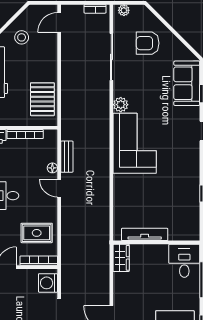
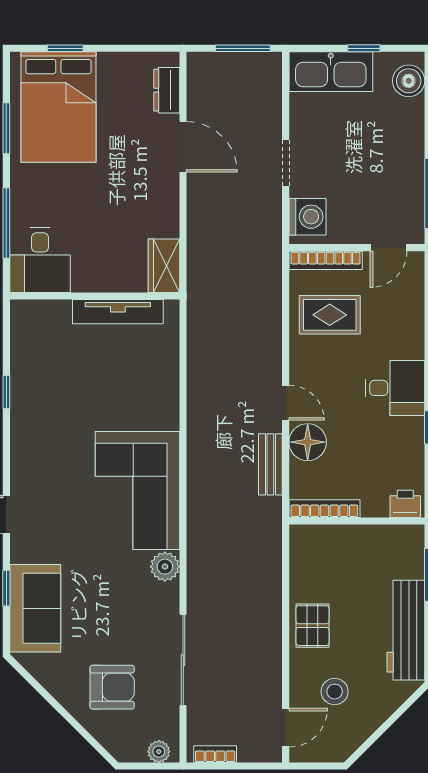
stool: (22, 37) -> (335, 692), moved
pallet: (42, 99) -> (312, 626), moved, width x0.67, depth x0.71
bookcase: (25, 134) -> (324, 509), moved
floor lamp: (52, 168) -> (308, 442), width x1.89, depth x1.89

